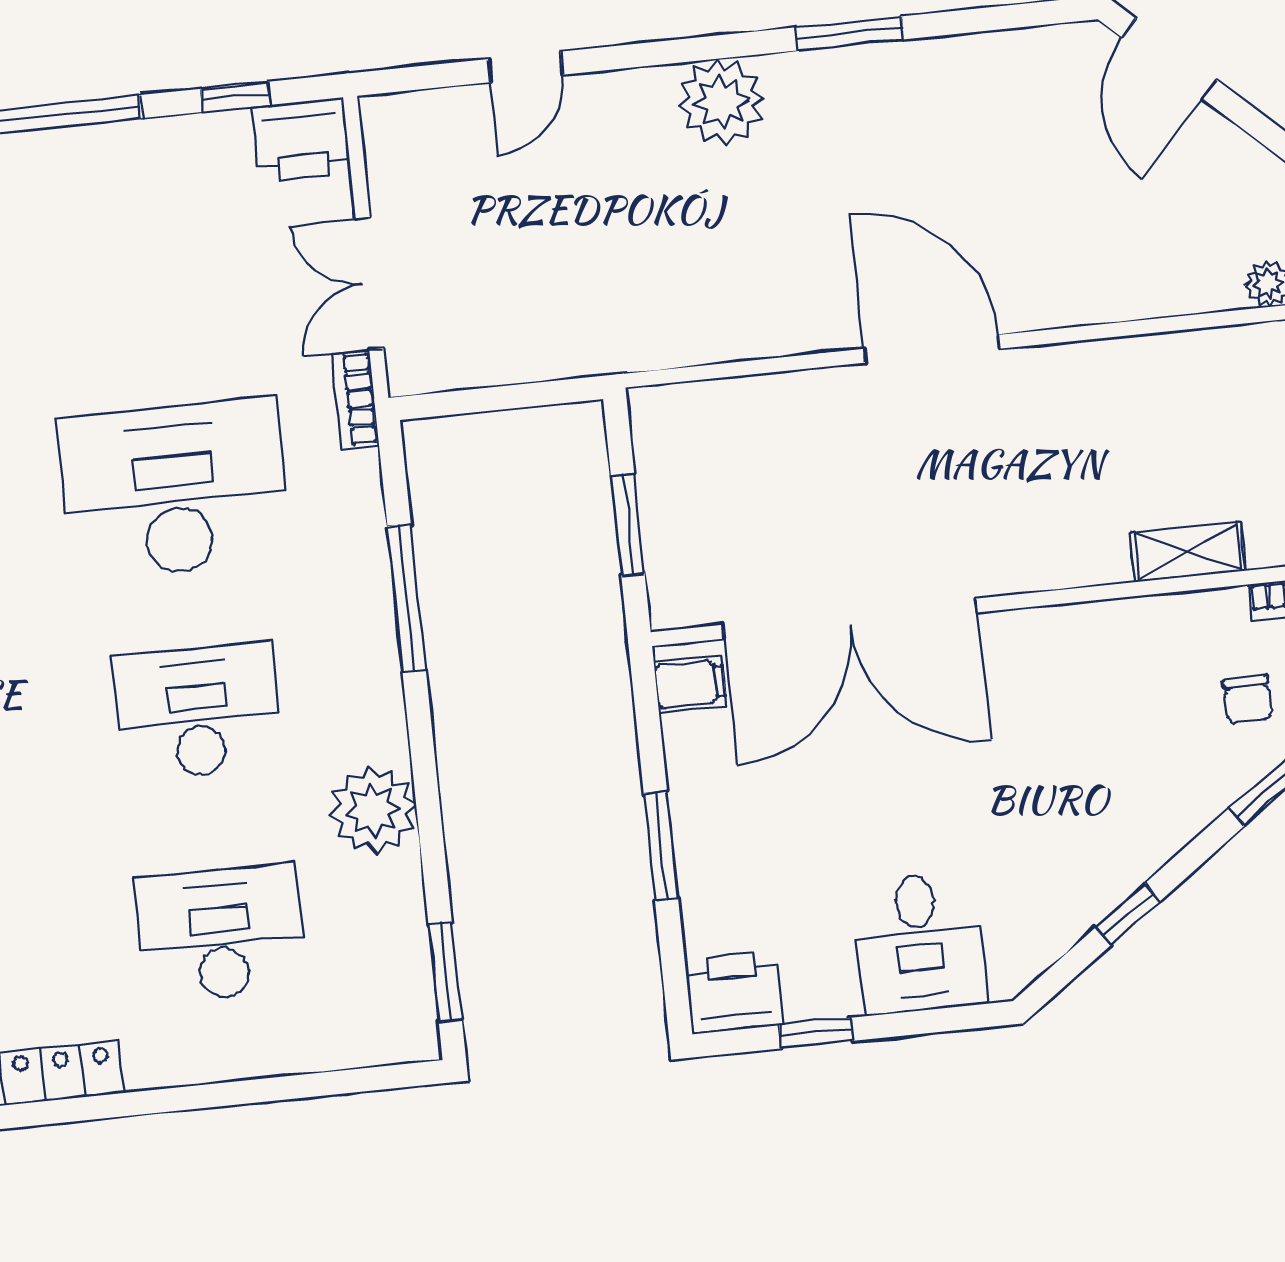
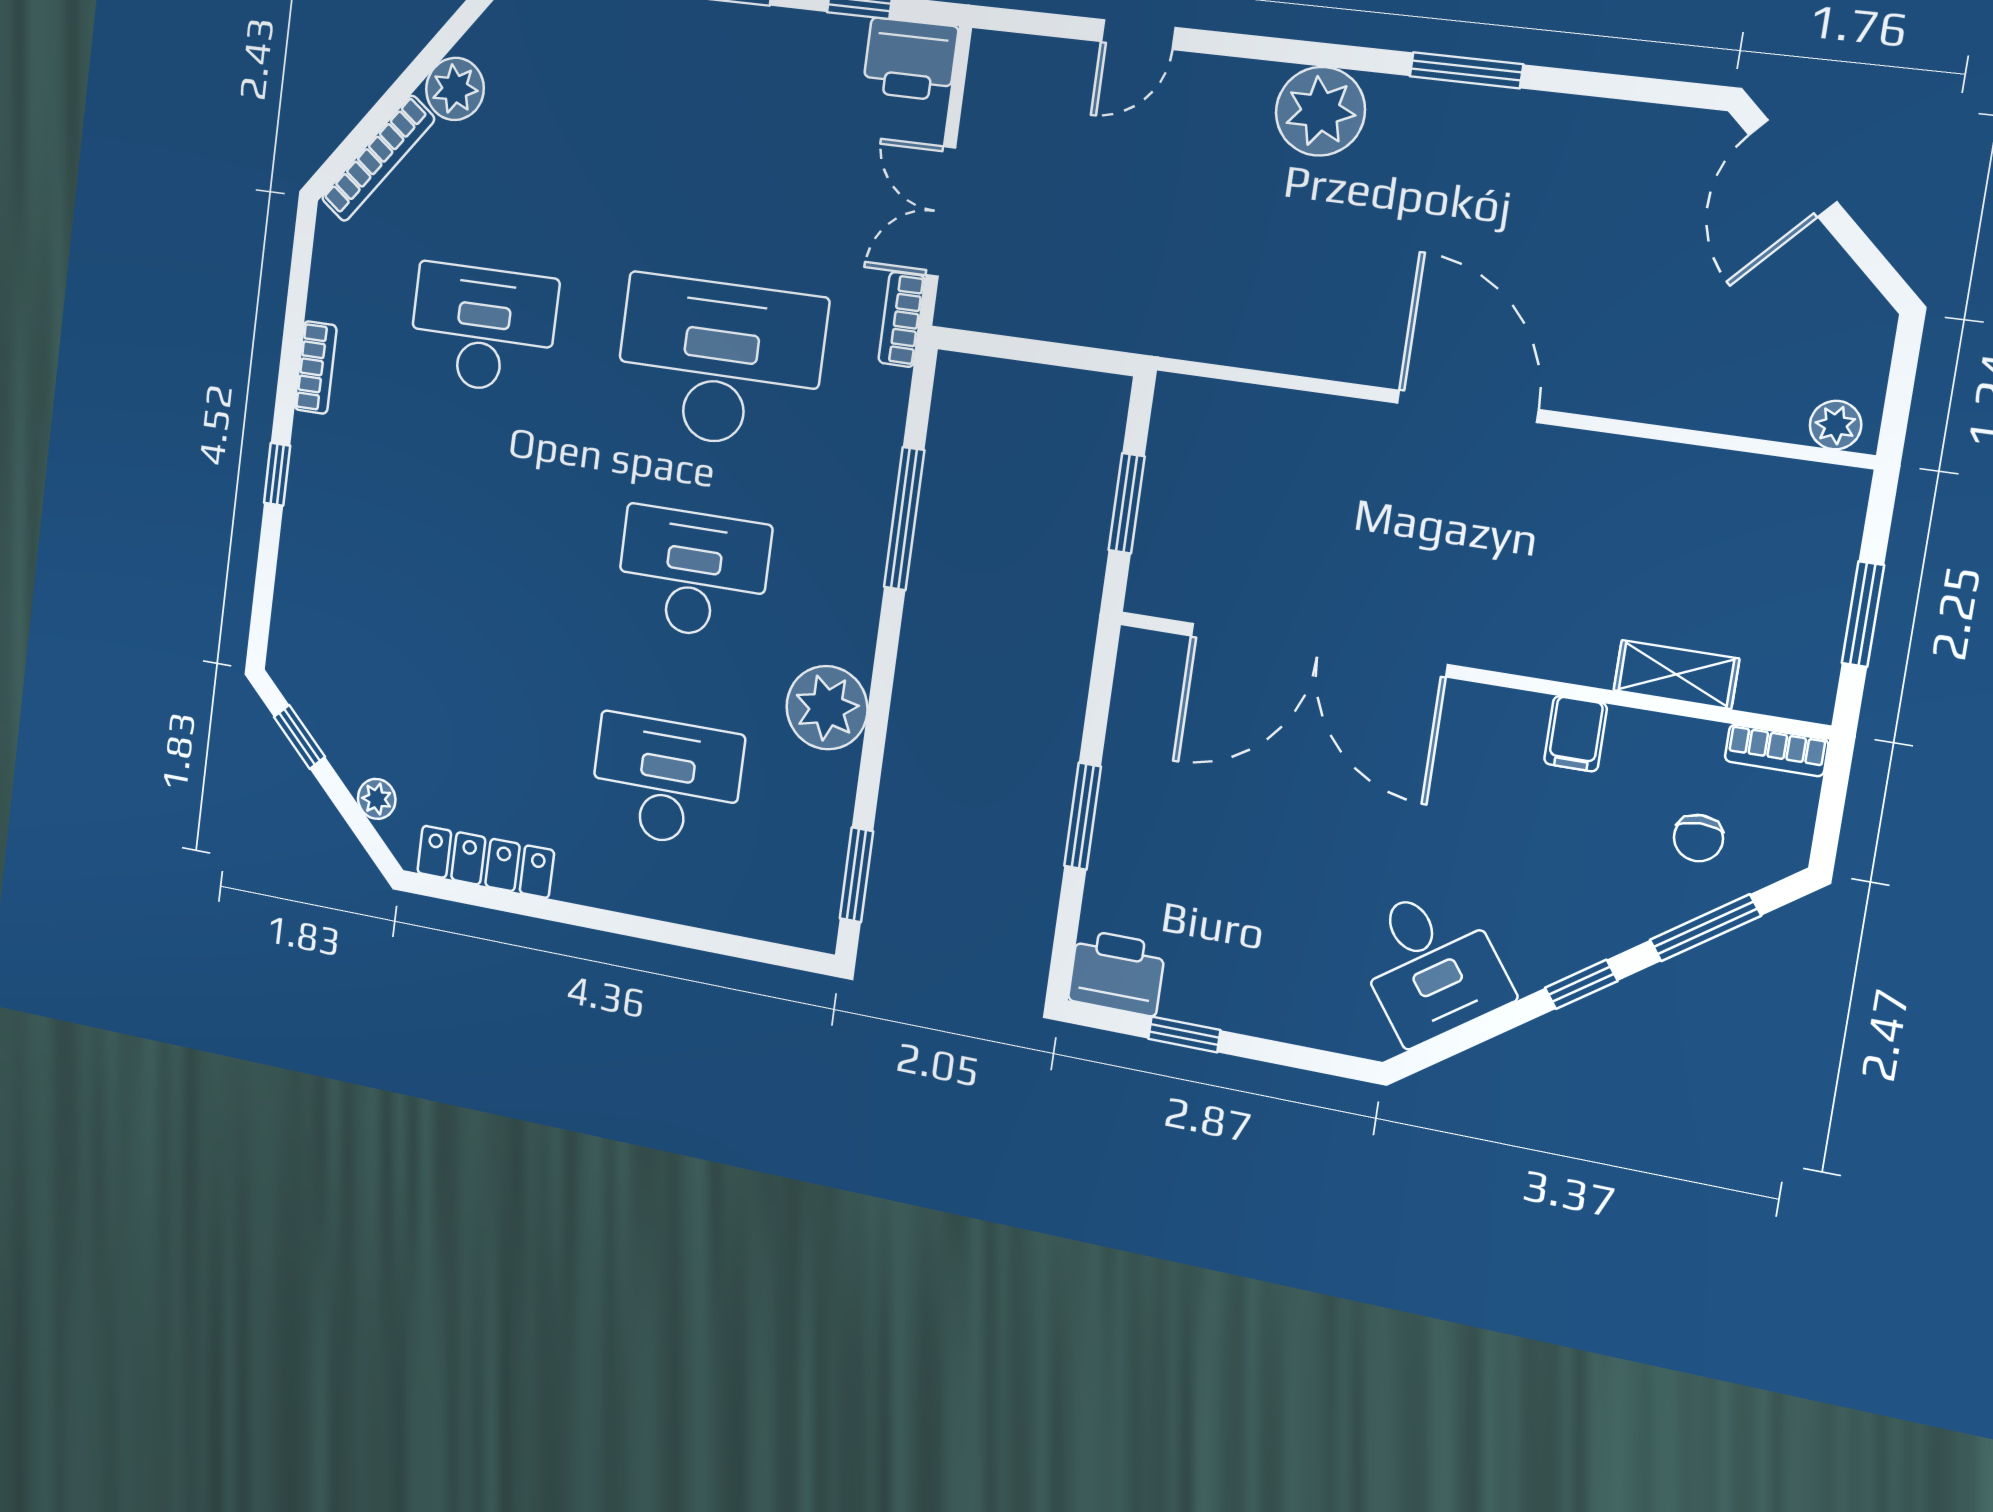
filing cabinet: (690, 684) -> (1576, 734), moved, turned 90
window: (1128, 914) -> (1581, 984), moved
desk: (919, 943) -> (1431, 964), moved, turned -36

